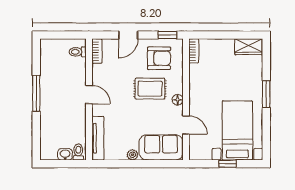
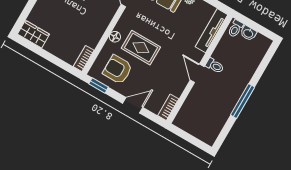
toilet: (78, 52) -> (215, 66), moved
floor lamp: (178, 100) -> (115, 37), moved

